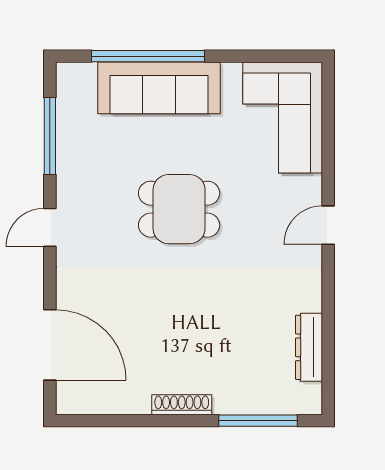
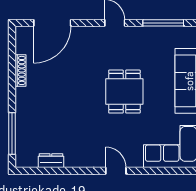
dresser: (309, 347) -> (51, 161), width x0.70
shoe rack: (182, 405) -> (20, 70), moved

